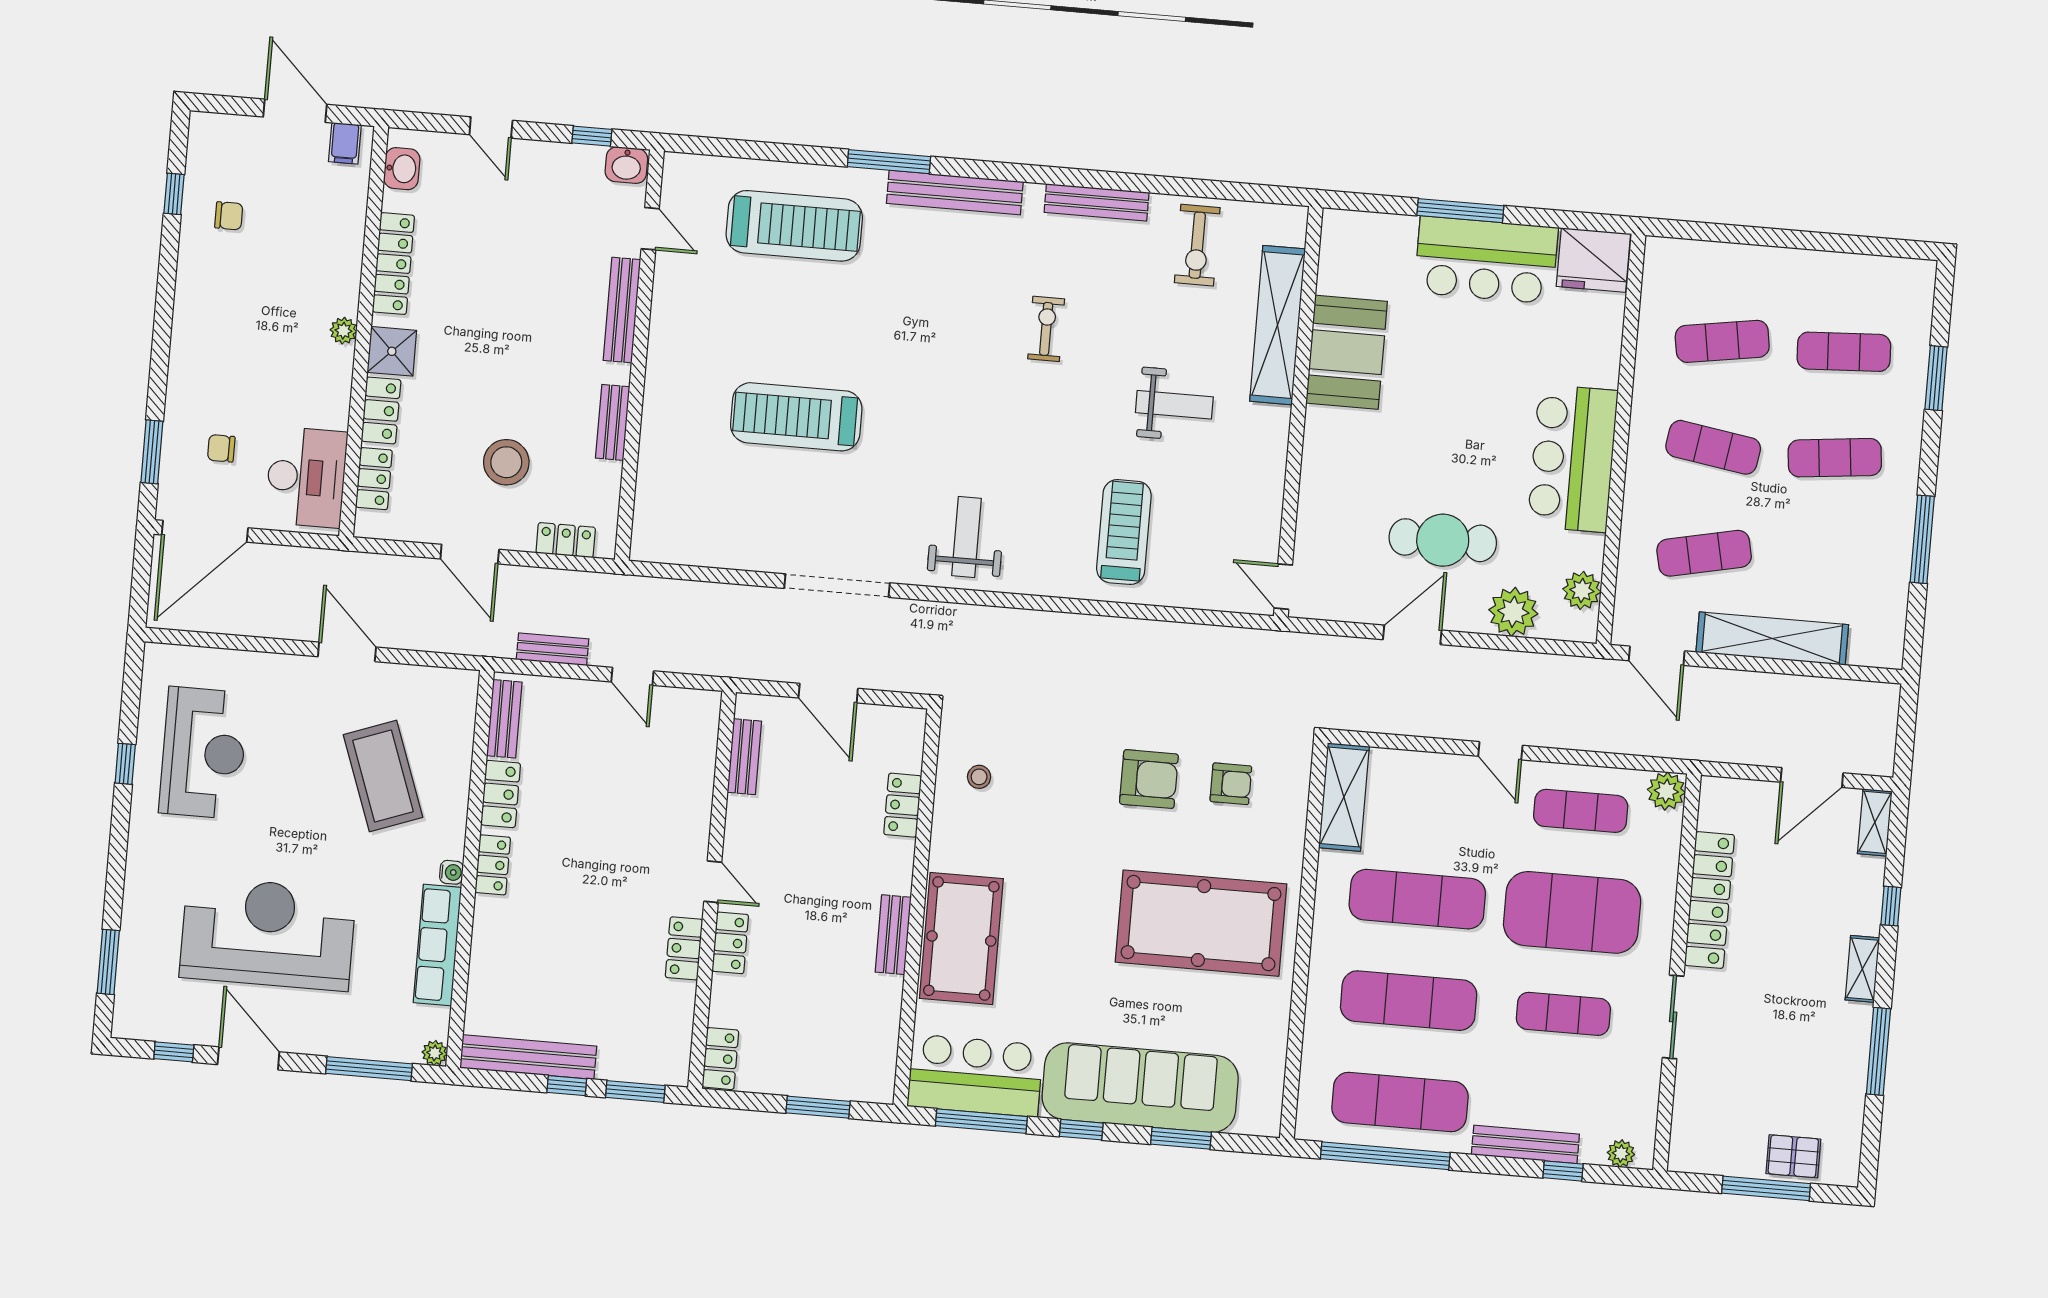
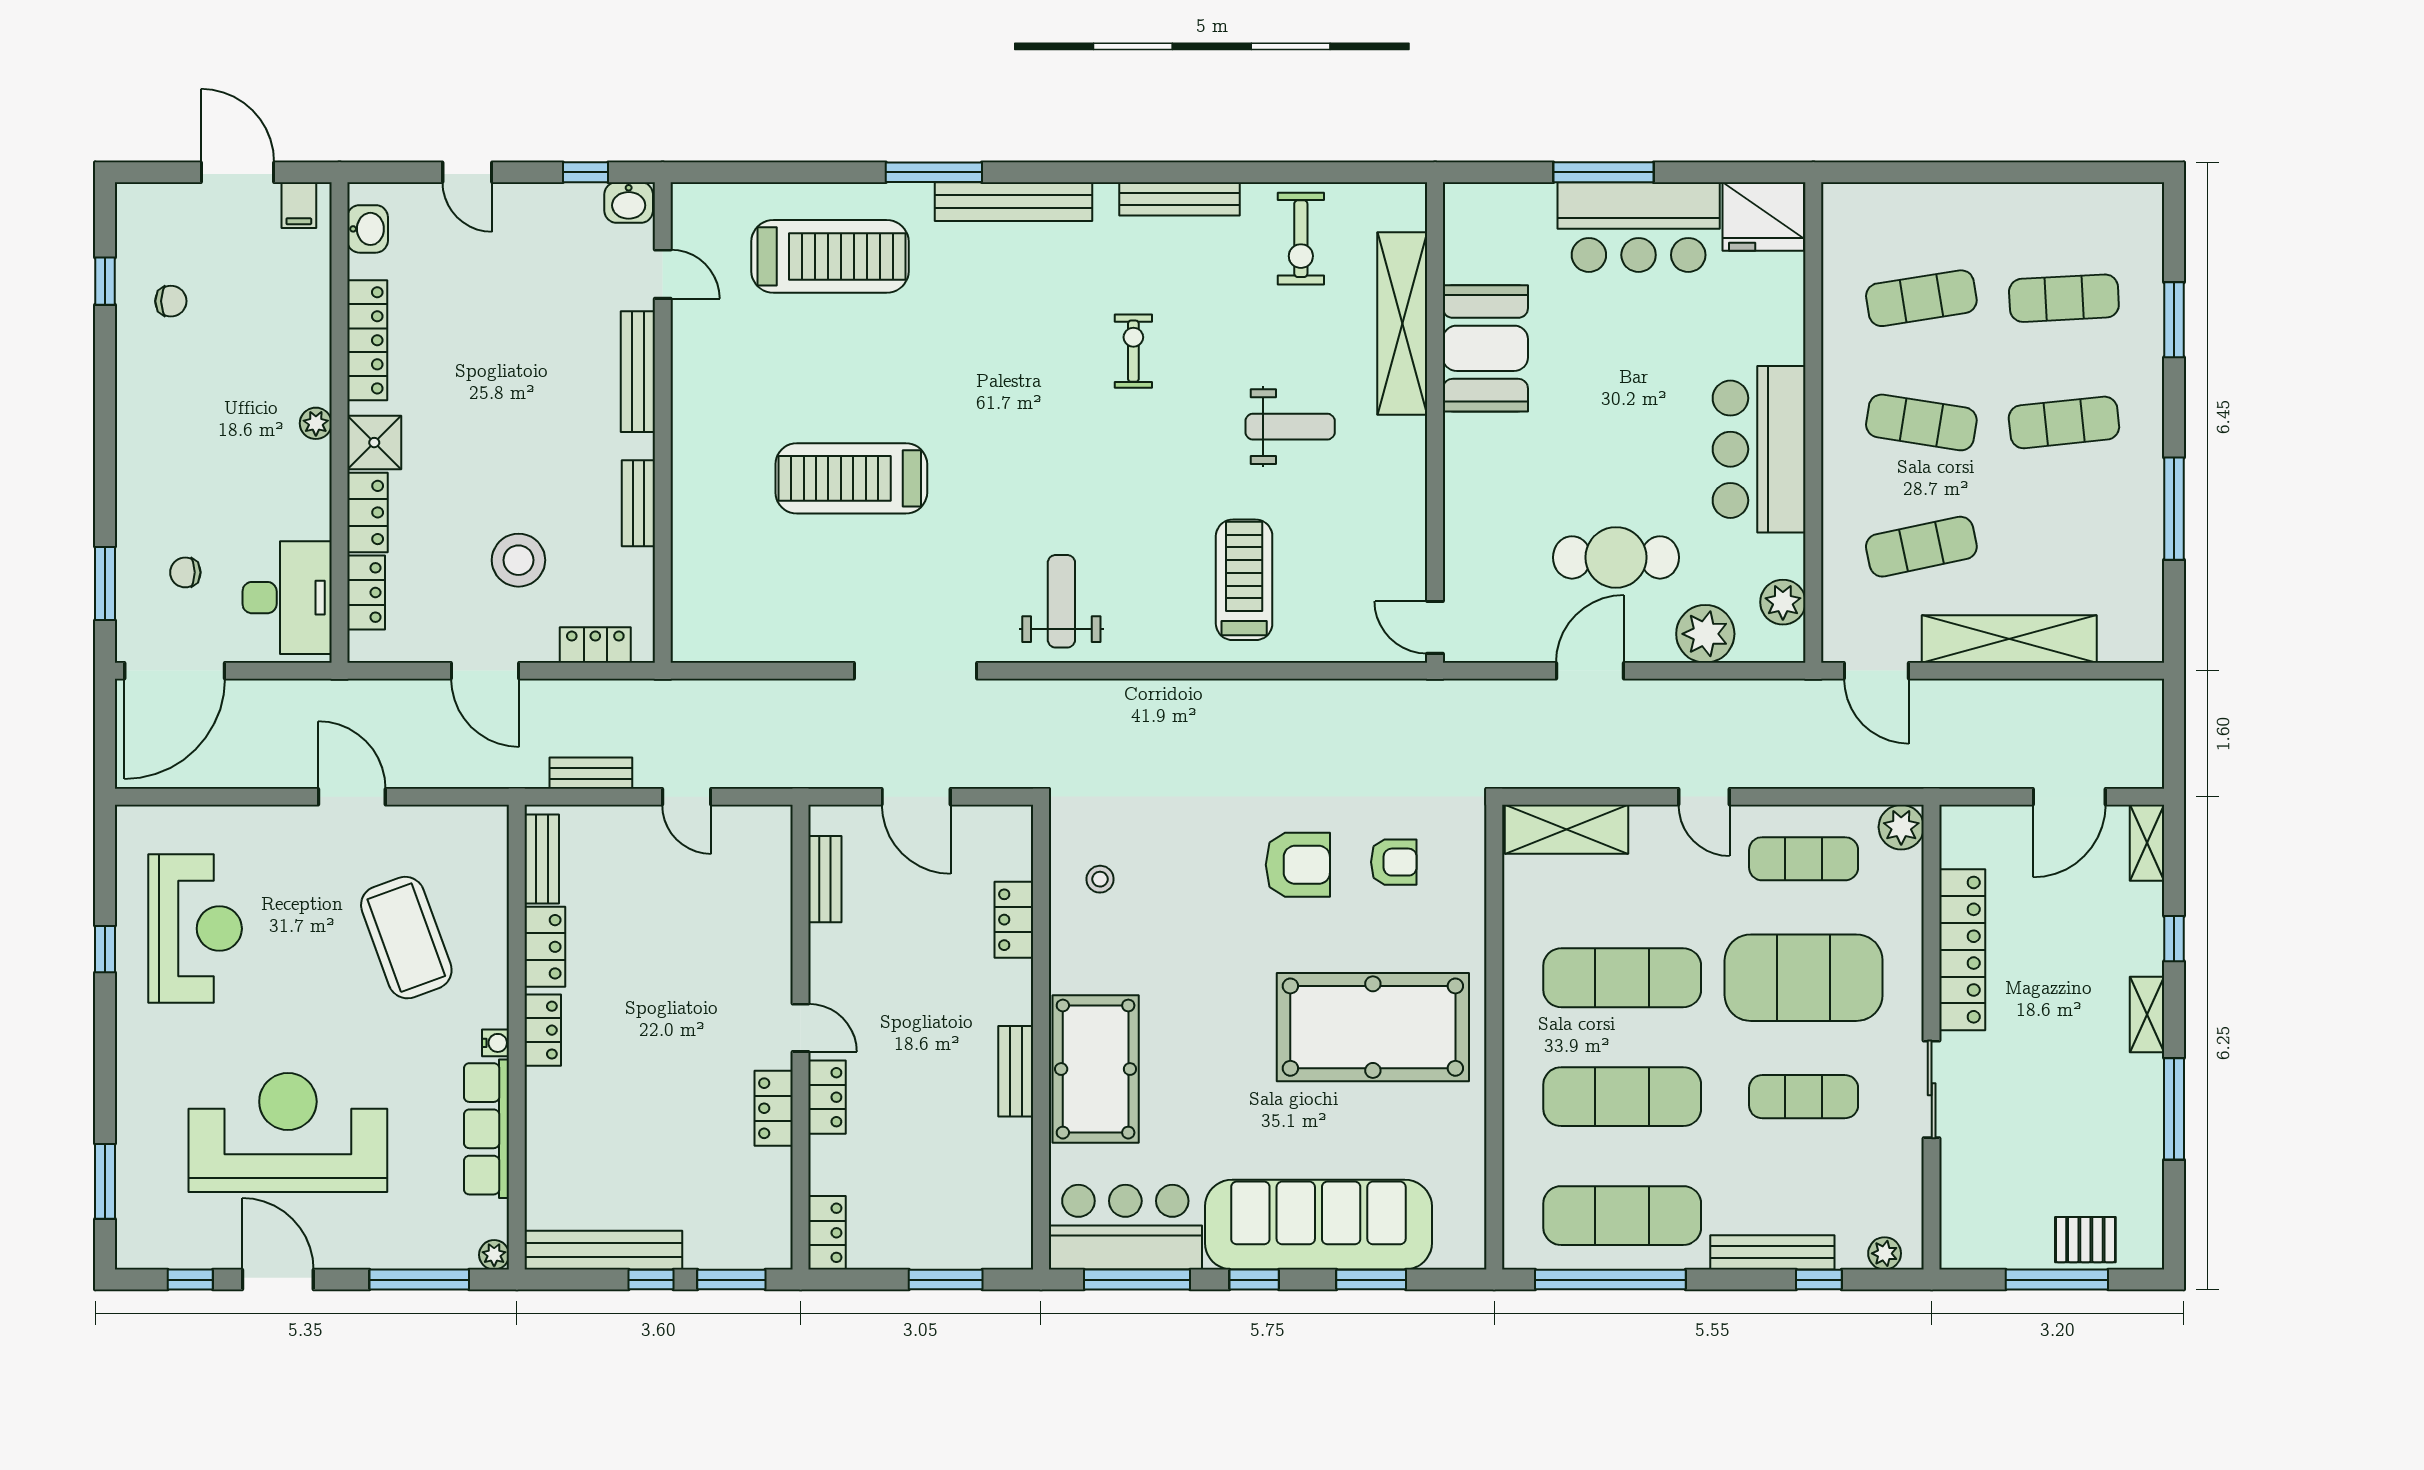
shelving: (1344, 797) -> (1566, 829), moved, turned 90

